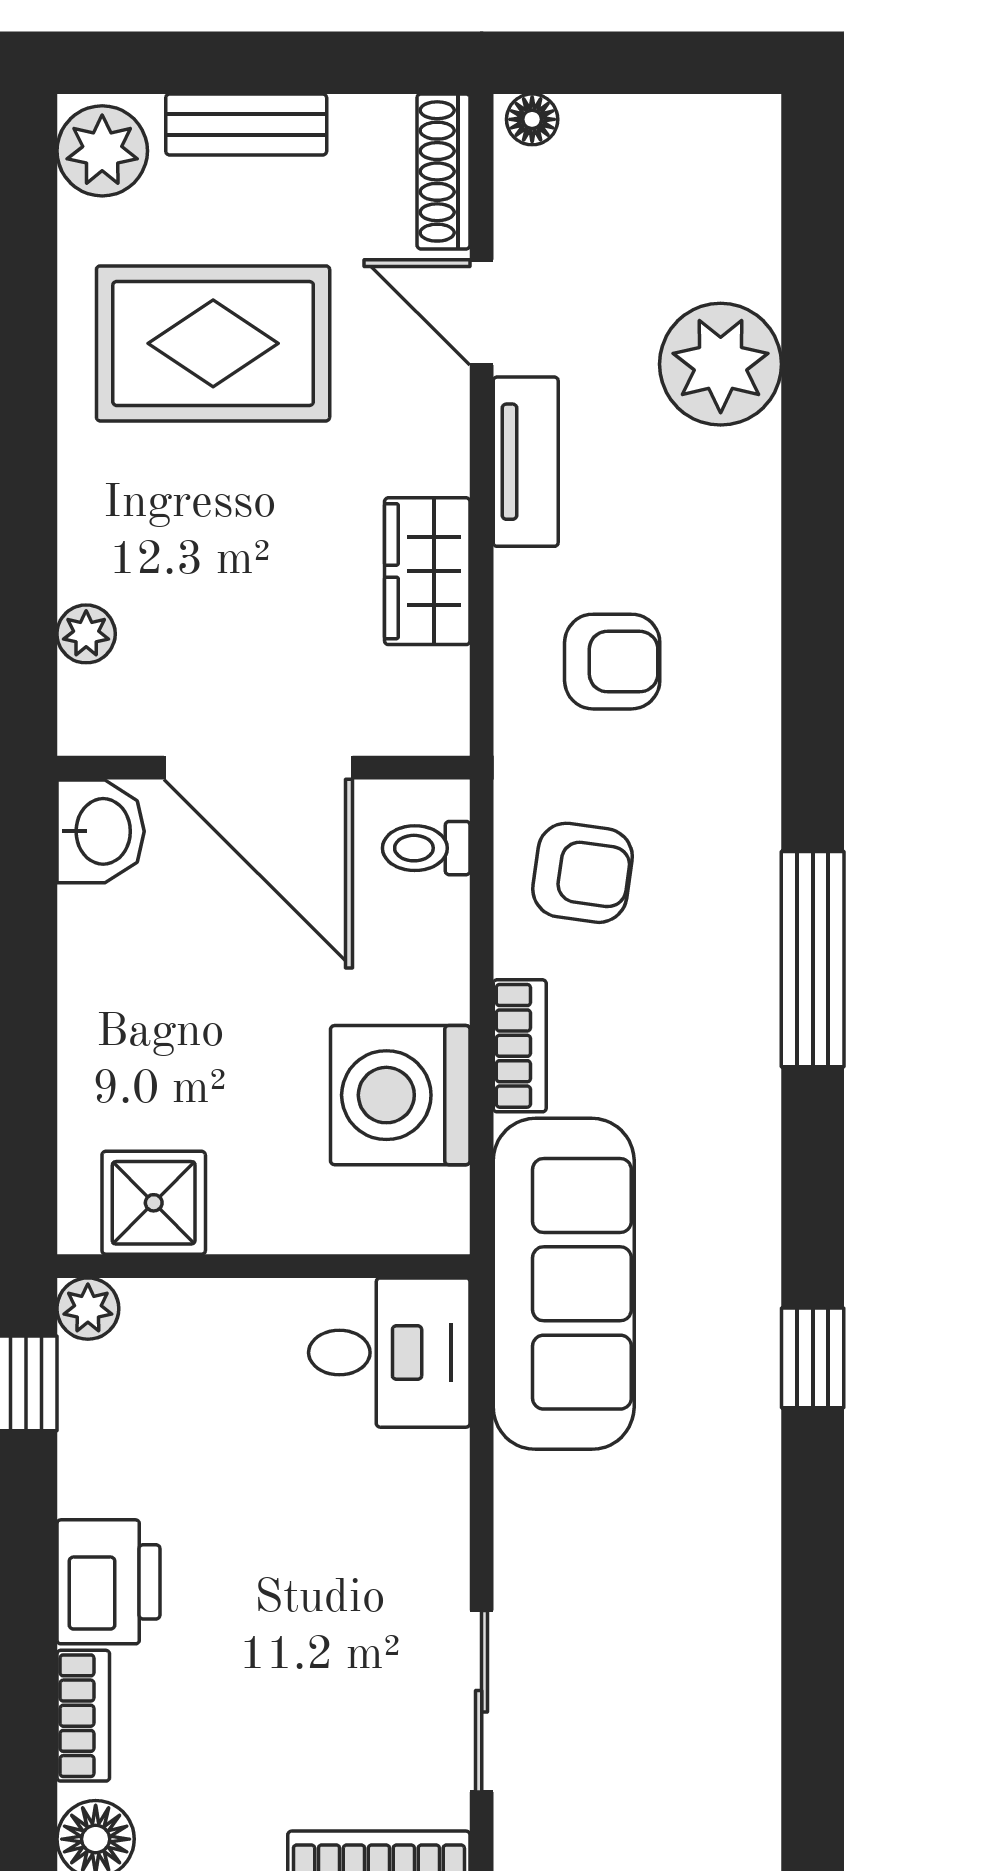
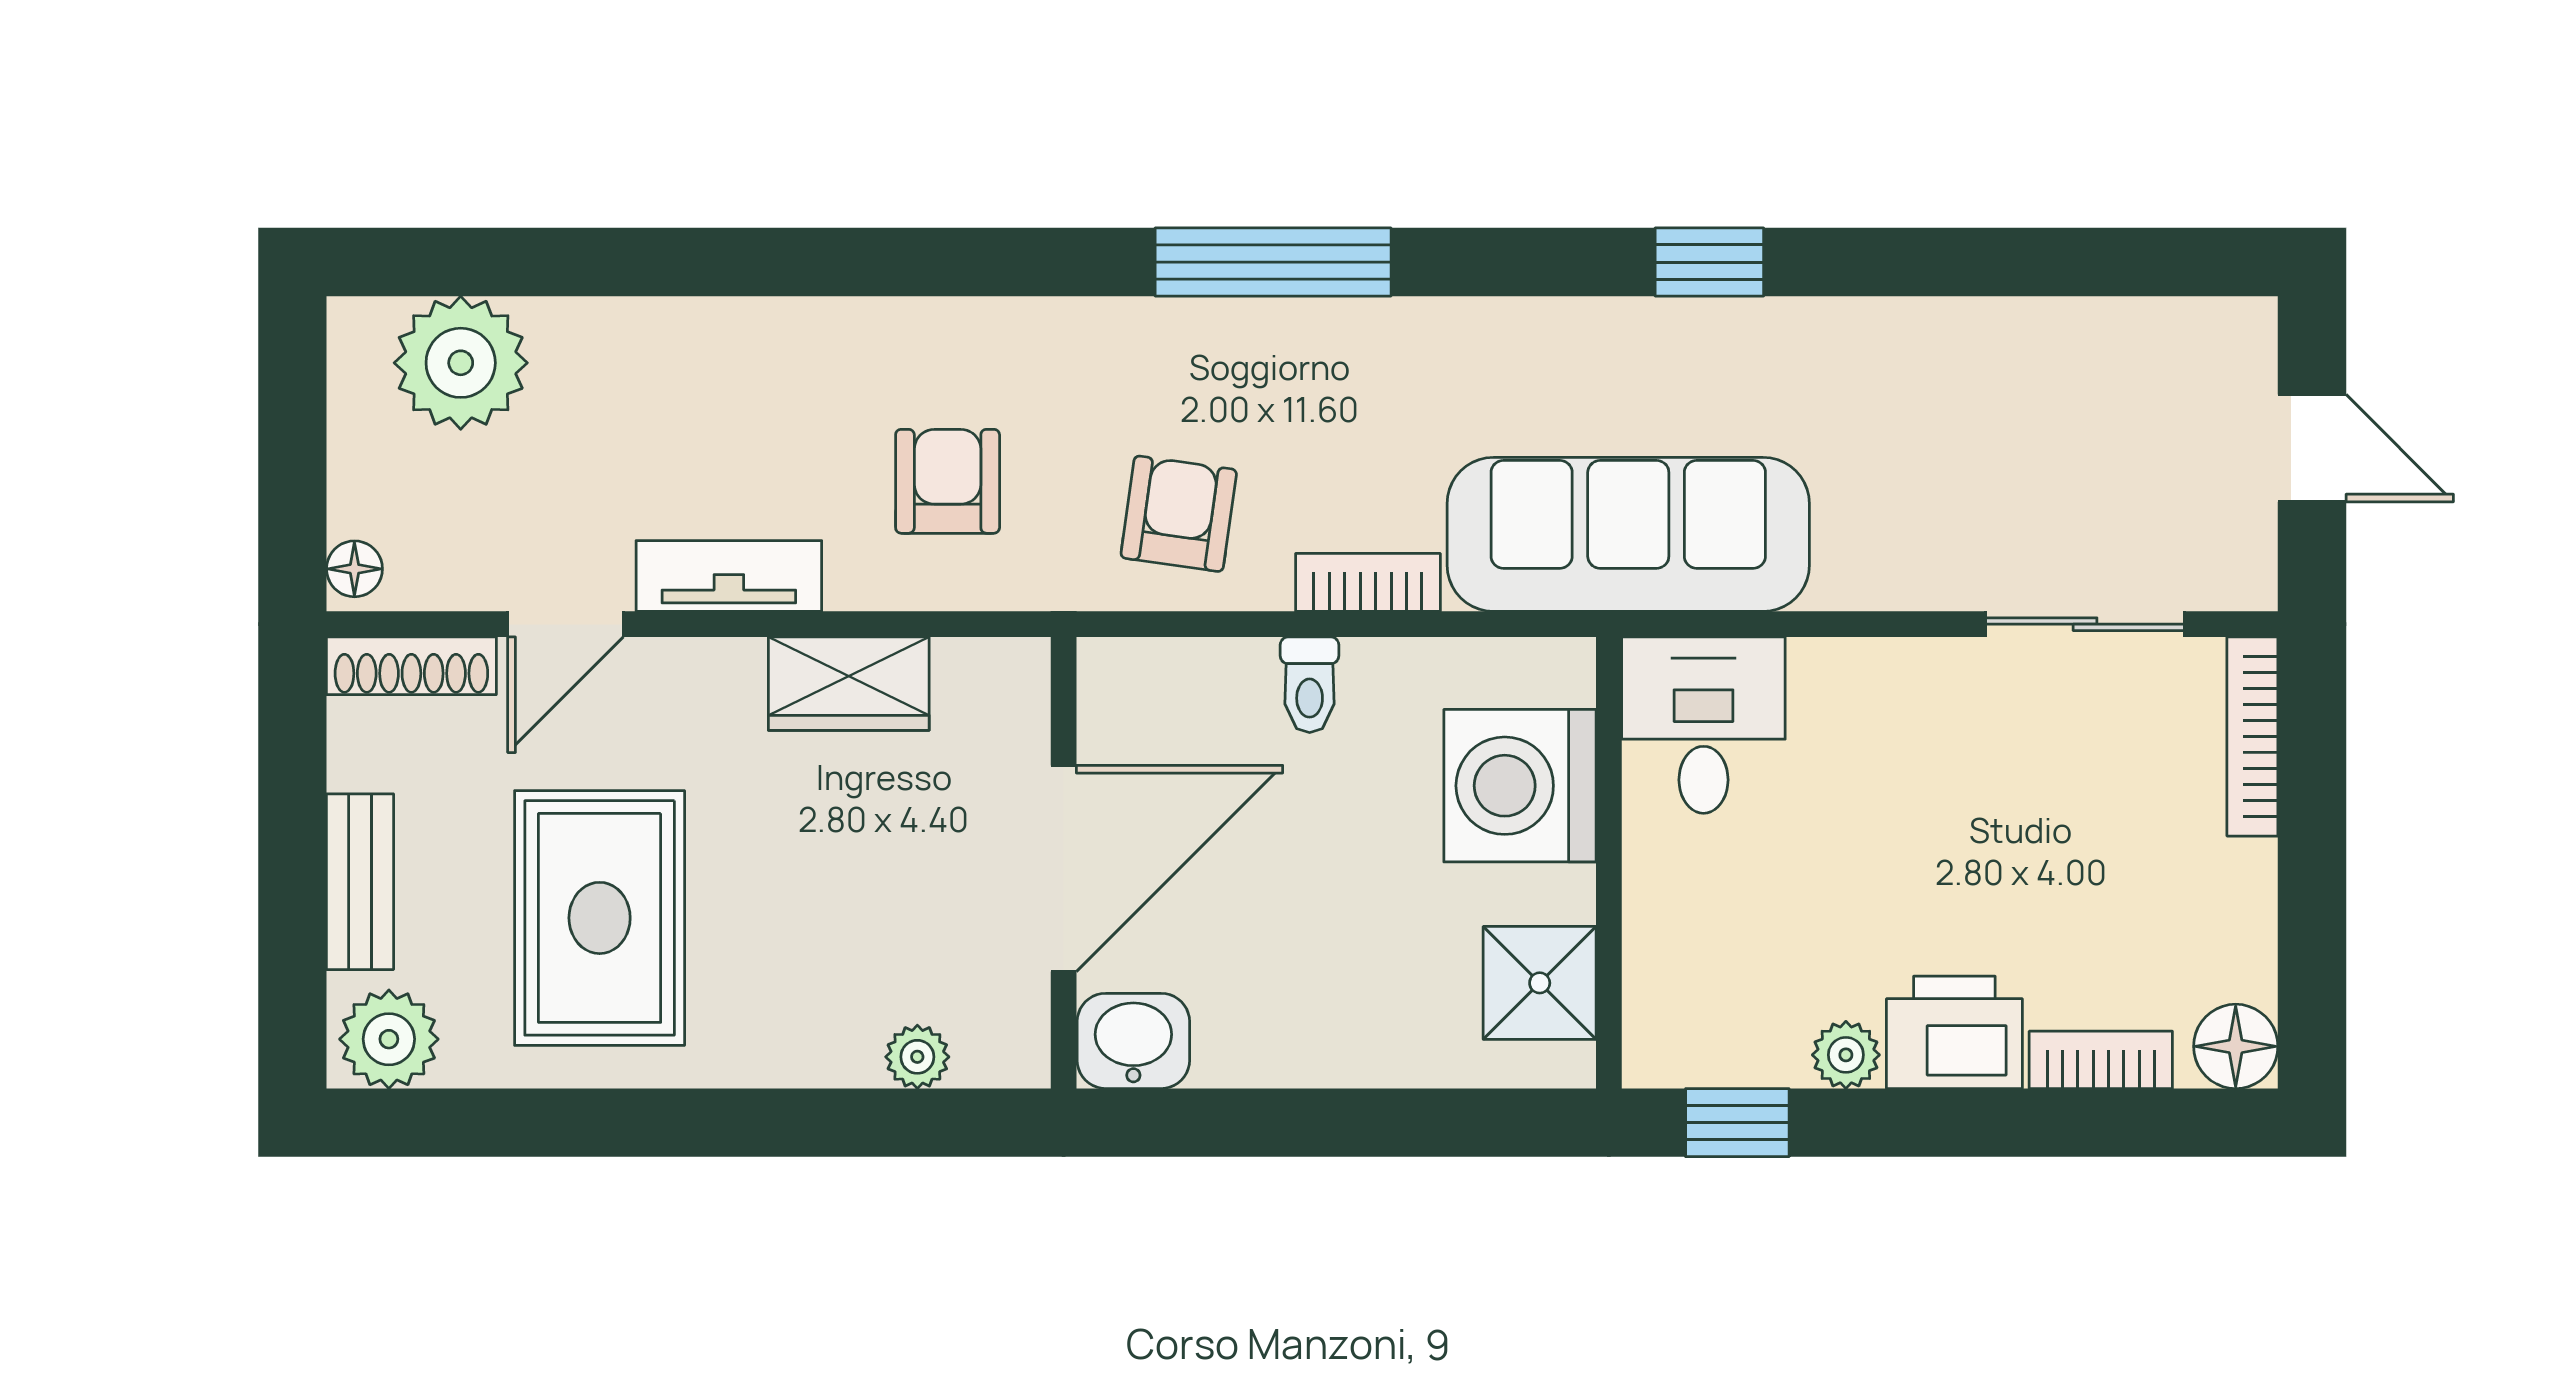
plant: (721, 364) -> (461, 363), moved
toilet: (426, 848) -> (1310, 685), moved
washing machine: (400, 1095) -> (1520, 786), moved, turned 90
plant: (88, 1309) -> (1846, 1055), moved

